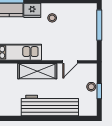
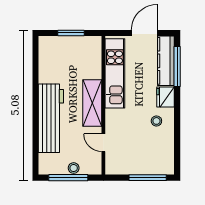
window: (99, 91) -> (68, 178), width x2.17

